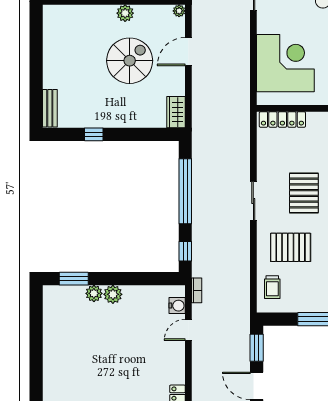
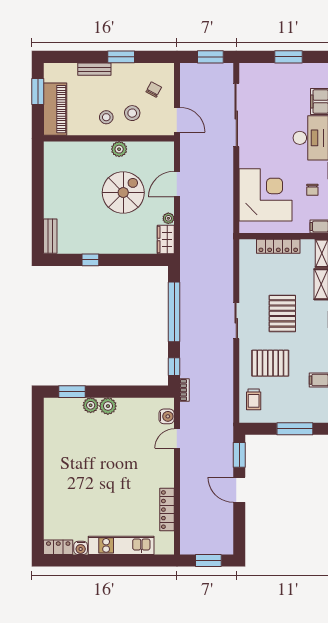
plant: (179, 11) -> (168, 218), moved
locker: (282, 119) -> (278, 246), moved
bookcase: (197, 290) -> (185, 390), moved

